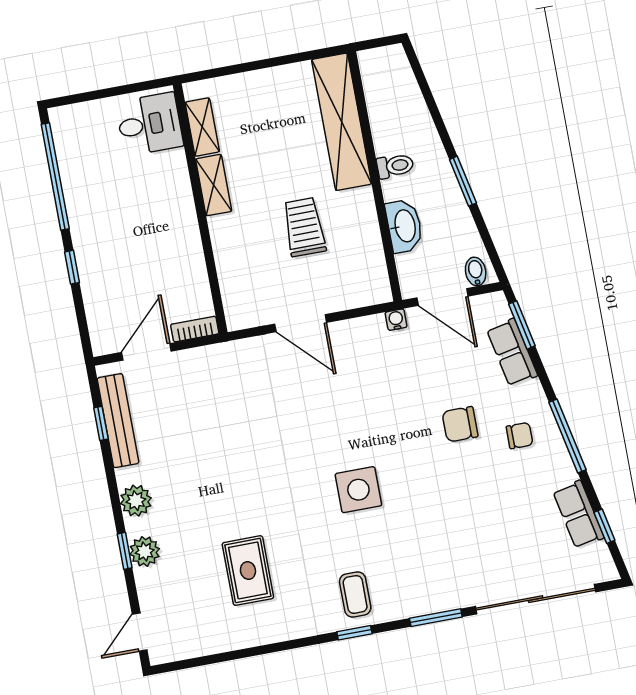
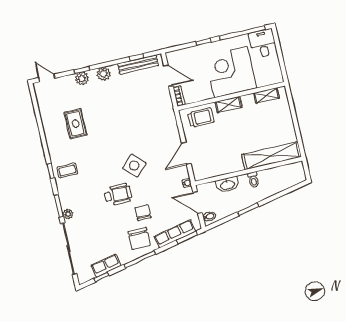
desk: (149, 124) -> (263, 43), moved, turned 180
shelving: (214, 185) -> (228, 105), moved
corner desk: (144, 207) -> (231, 72), added
trolley: (304, 227) -> (201, 118), moved
door: (442, 297) -> (198, 203), hinge flipped
door: (301, 323) -> (186, 153), moved
row of seats: (512, 352) -> (175, 234), width x1.48
chair: (520, 436) -> (139, 239), width x1.87, depth x1.87
wheelchair: (416, 480) -> (118, 194), added
side table: (358, 490) -> (134, 165), moved, turned 45
rug: (248, 571) -> (76, 124), turned 90
plant: (455, 598) -> (68, 214), added

